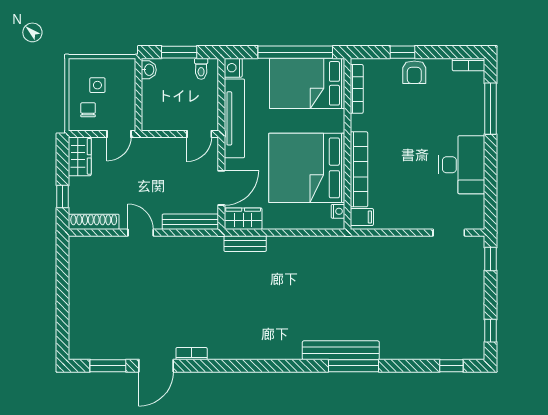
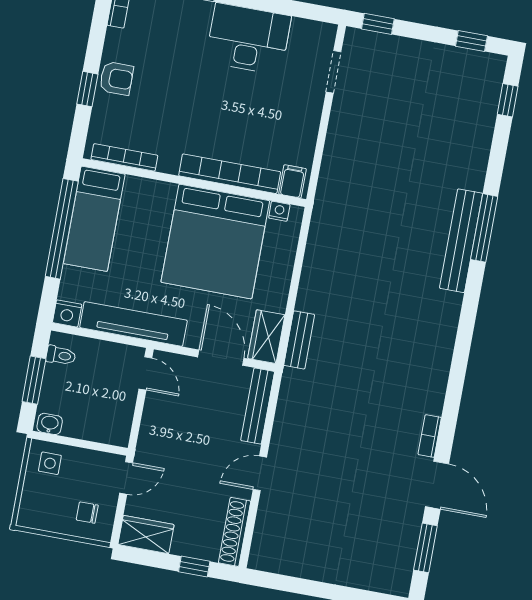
bed: (307, 83) -> (94, 219), width x0.67
side table: (97, 85) -> (50, 463), moved
door: (119, 134) -> (126, 478), hinge flipped

